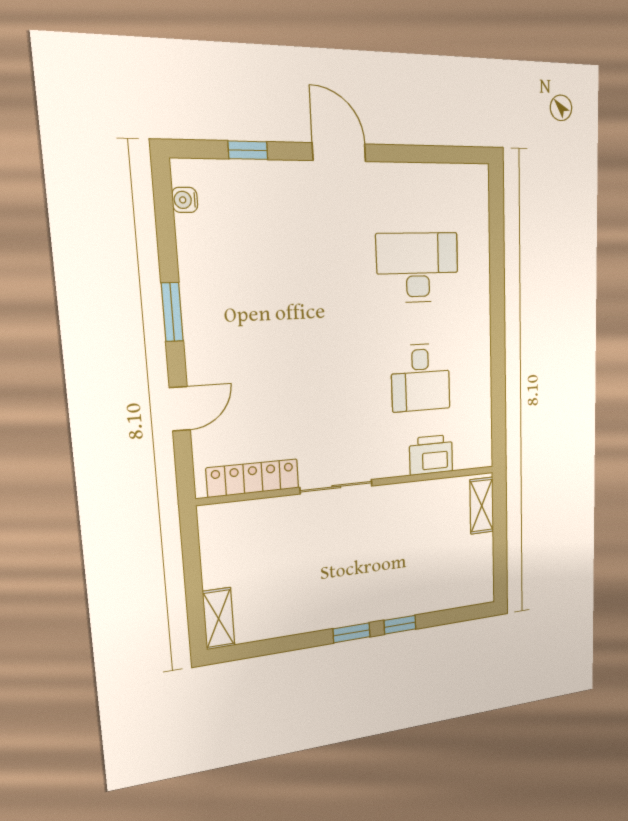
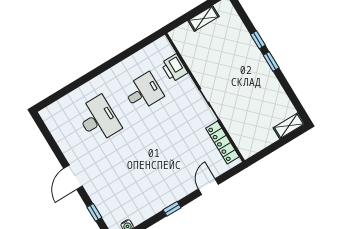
desk: (418, 268) -> (99, 119), turned 180
window: (172, 312) -> (172, 209), width x0.67
door: (180, 409) -> (208, 187), hinge flipped
shelving: (482, 506) -> (204, 18), moved

